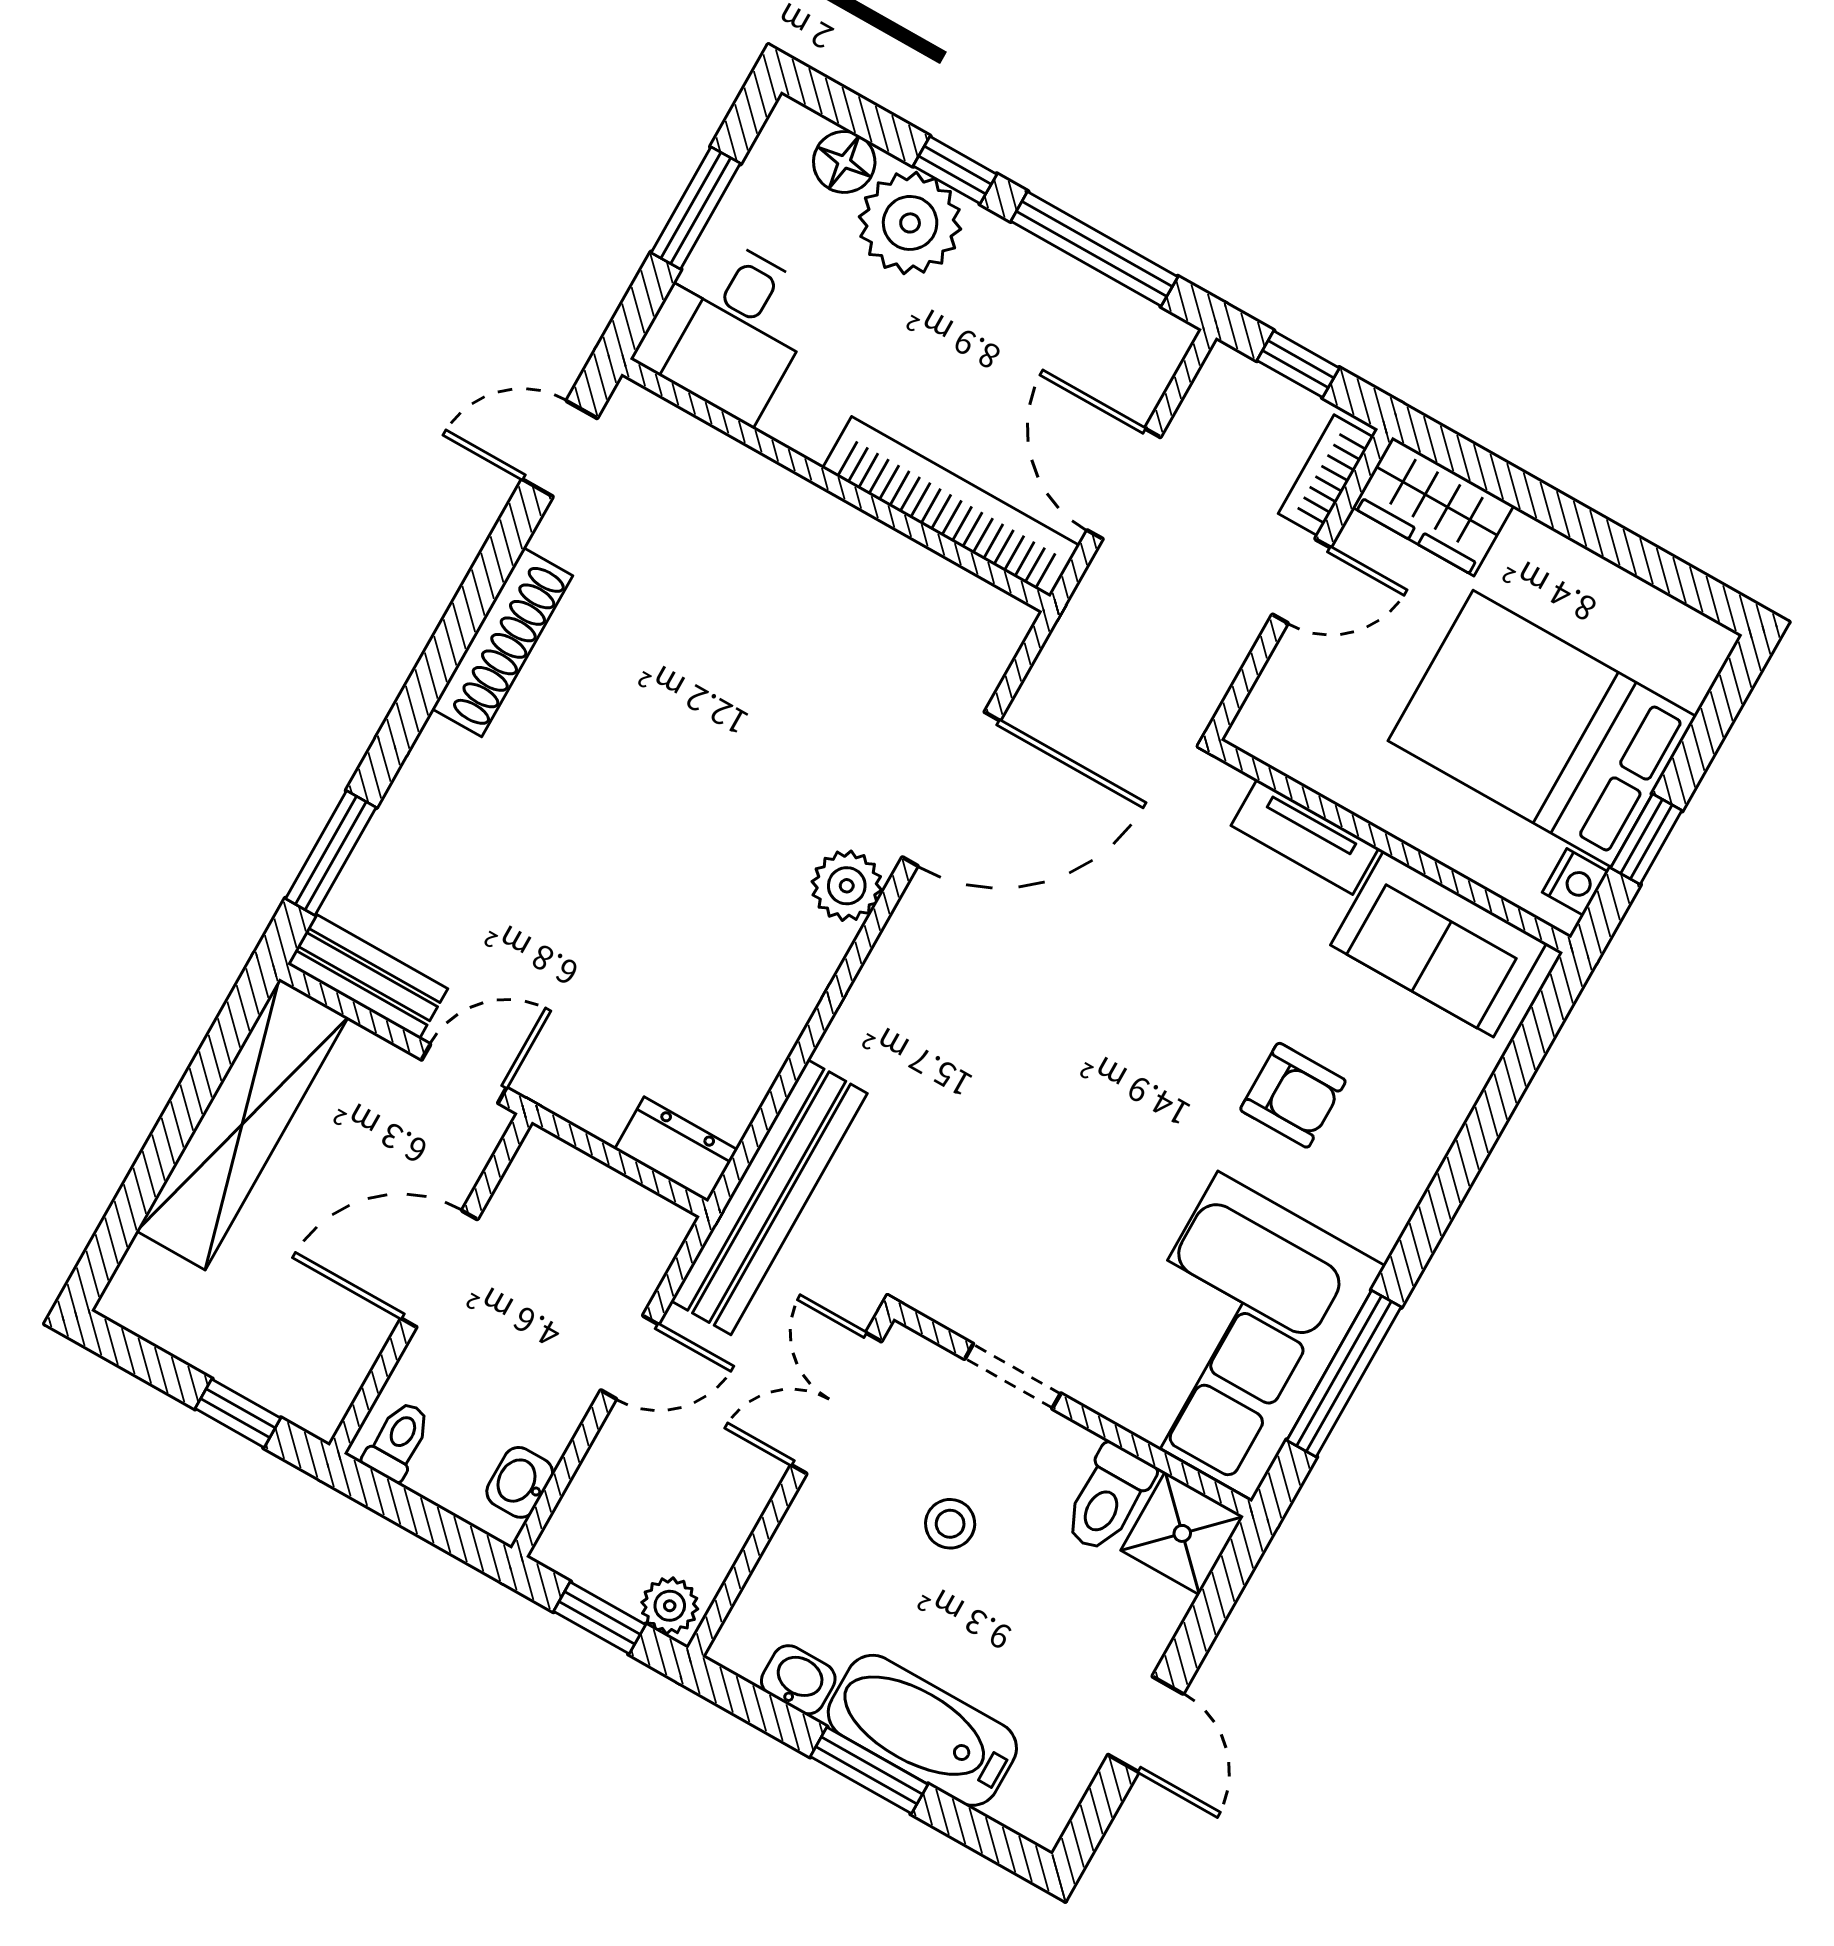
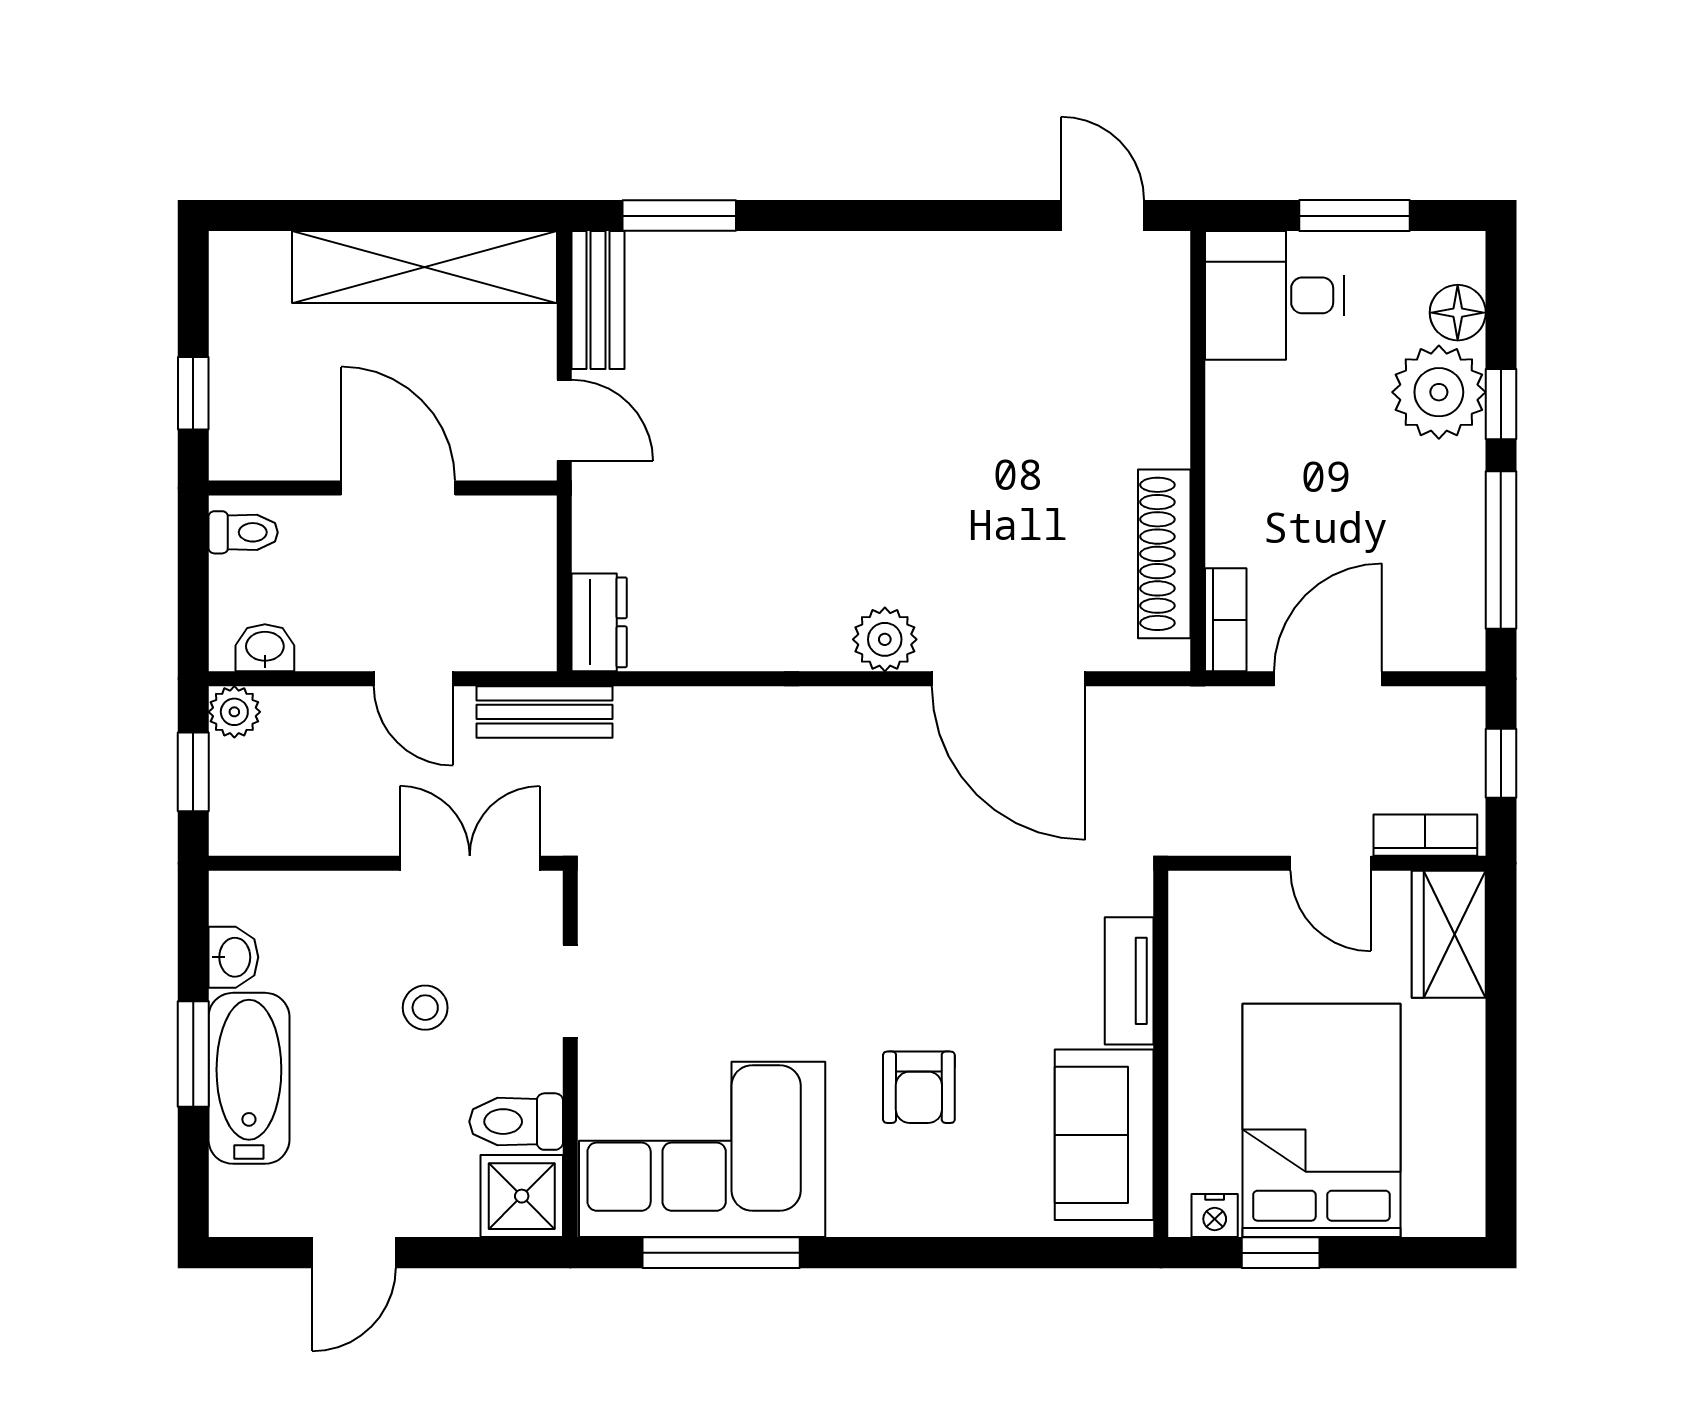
bookcase: (951, 507) -> (1226, 620), width x0.43, depth x0.76
shoe rack: (502, 642) -> (1164, 554), moved, turned 90
bench: (769, 1197) -> (544, 712), width x0.54, depth x0.82
plant: (670, 1606) -> (234, 712), moved

